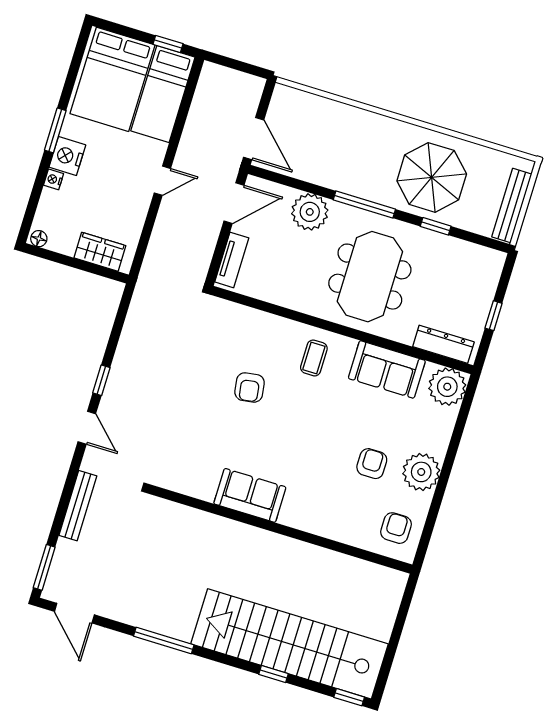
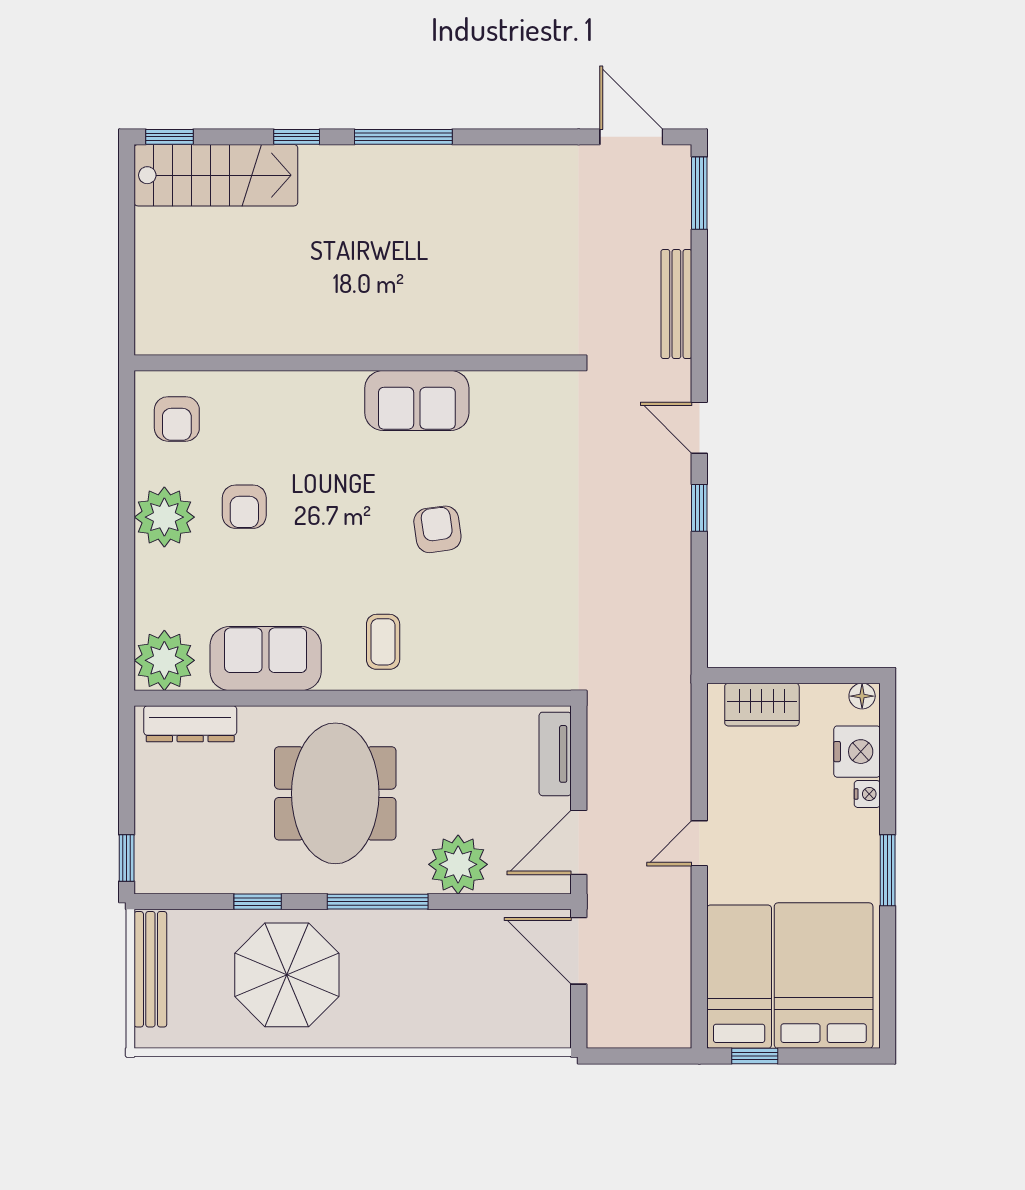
nightstand: (67, 156) -> (857, 752), moved
window: (494, 316) -> (127, 858), moved
armchair: (250, 387) -> (437, 529), moved
window: (164, 641) -> (403, 137), moved
stairs: (290, 644) -> (216, 175), width x0.54, depth x0.66

